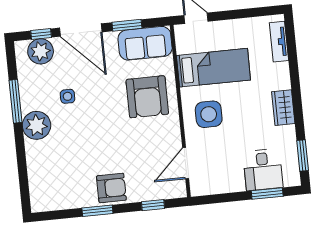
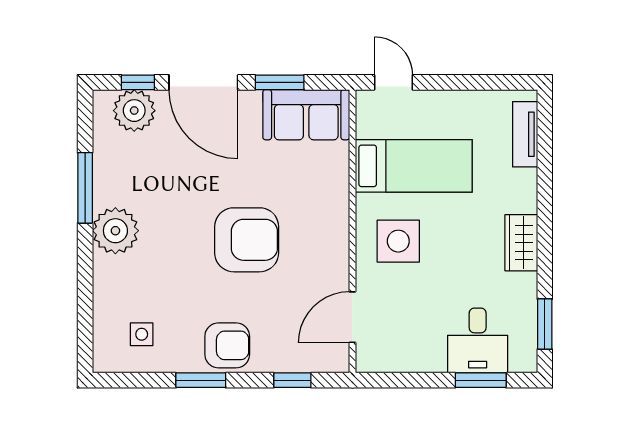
side table: (68, 96) -> (142, 334), moved
armchair: (147, 97) -> (247, 240), moved, turned -90

